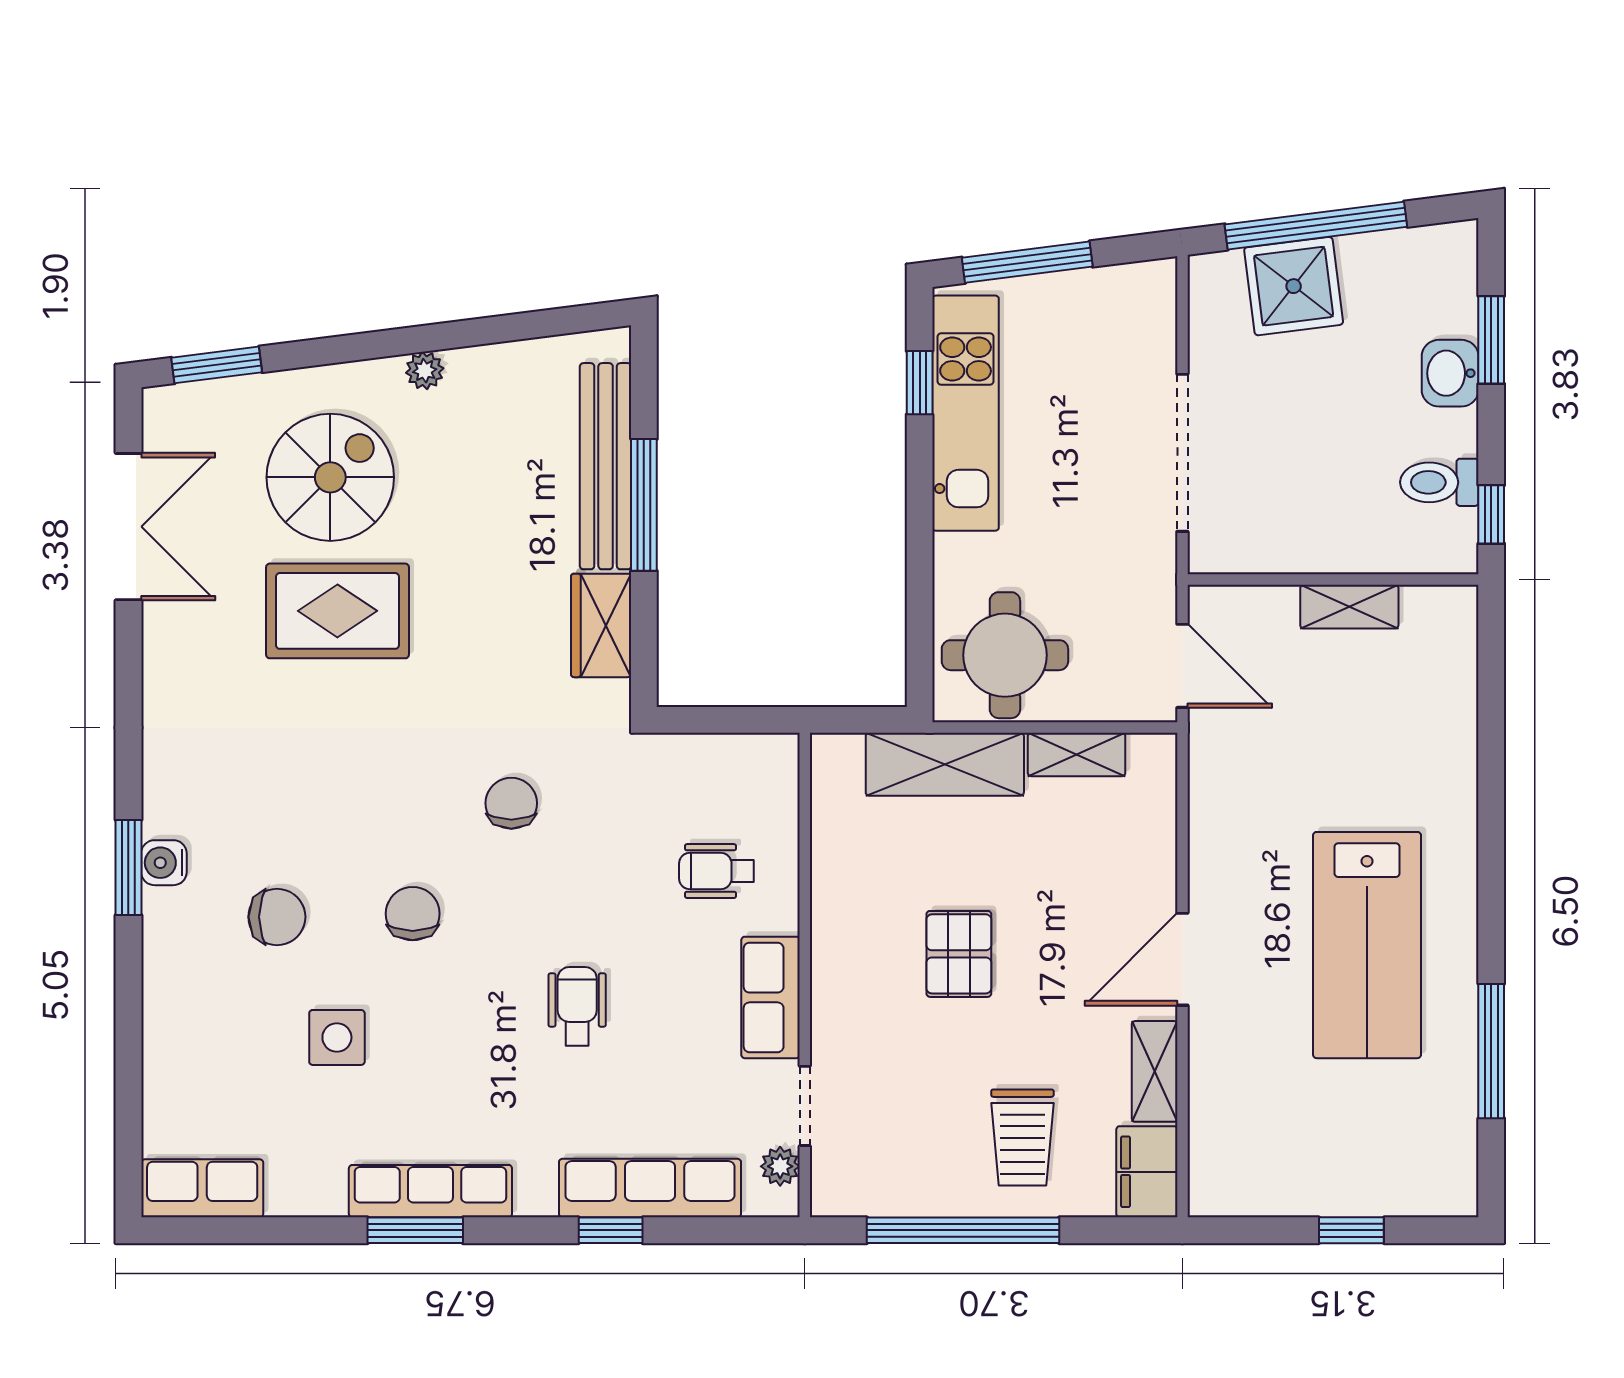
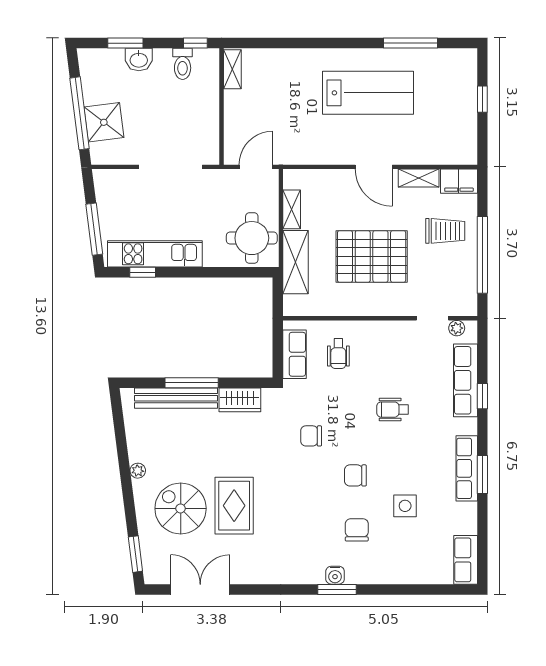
shelving: (1349, 607) -> (232, 69), moved
pallet: (959, 954) -> (372, 256), width x2.05, depth x2.00
row of seats: (771, 997) -> (295, 354), moved, turned -90

